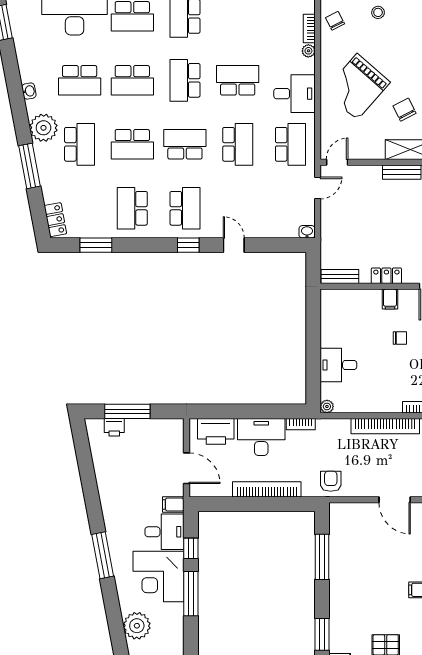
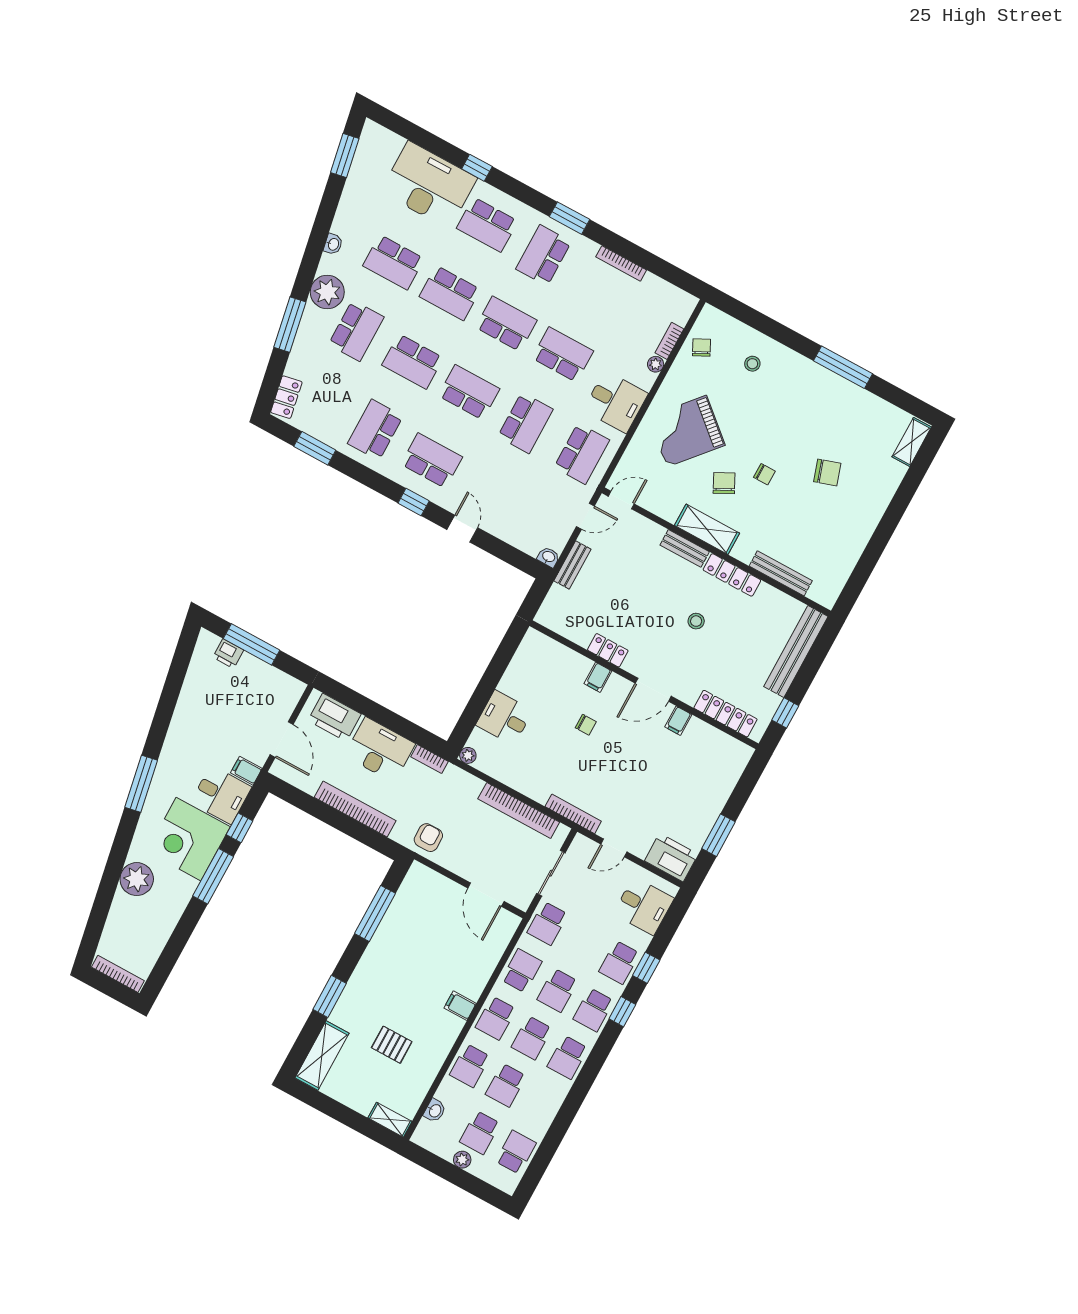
school desk: (185, 80) -> (506, 324), turned 90
school desk: (185, 208) -> (432, 461), turned -90
bench: (340, 277) -> (572, 565), moved, turned 90

